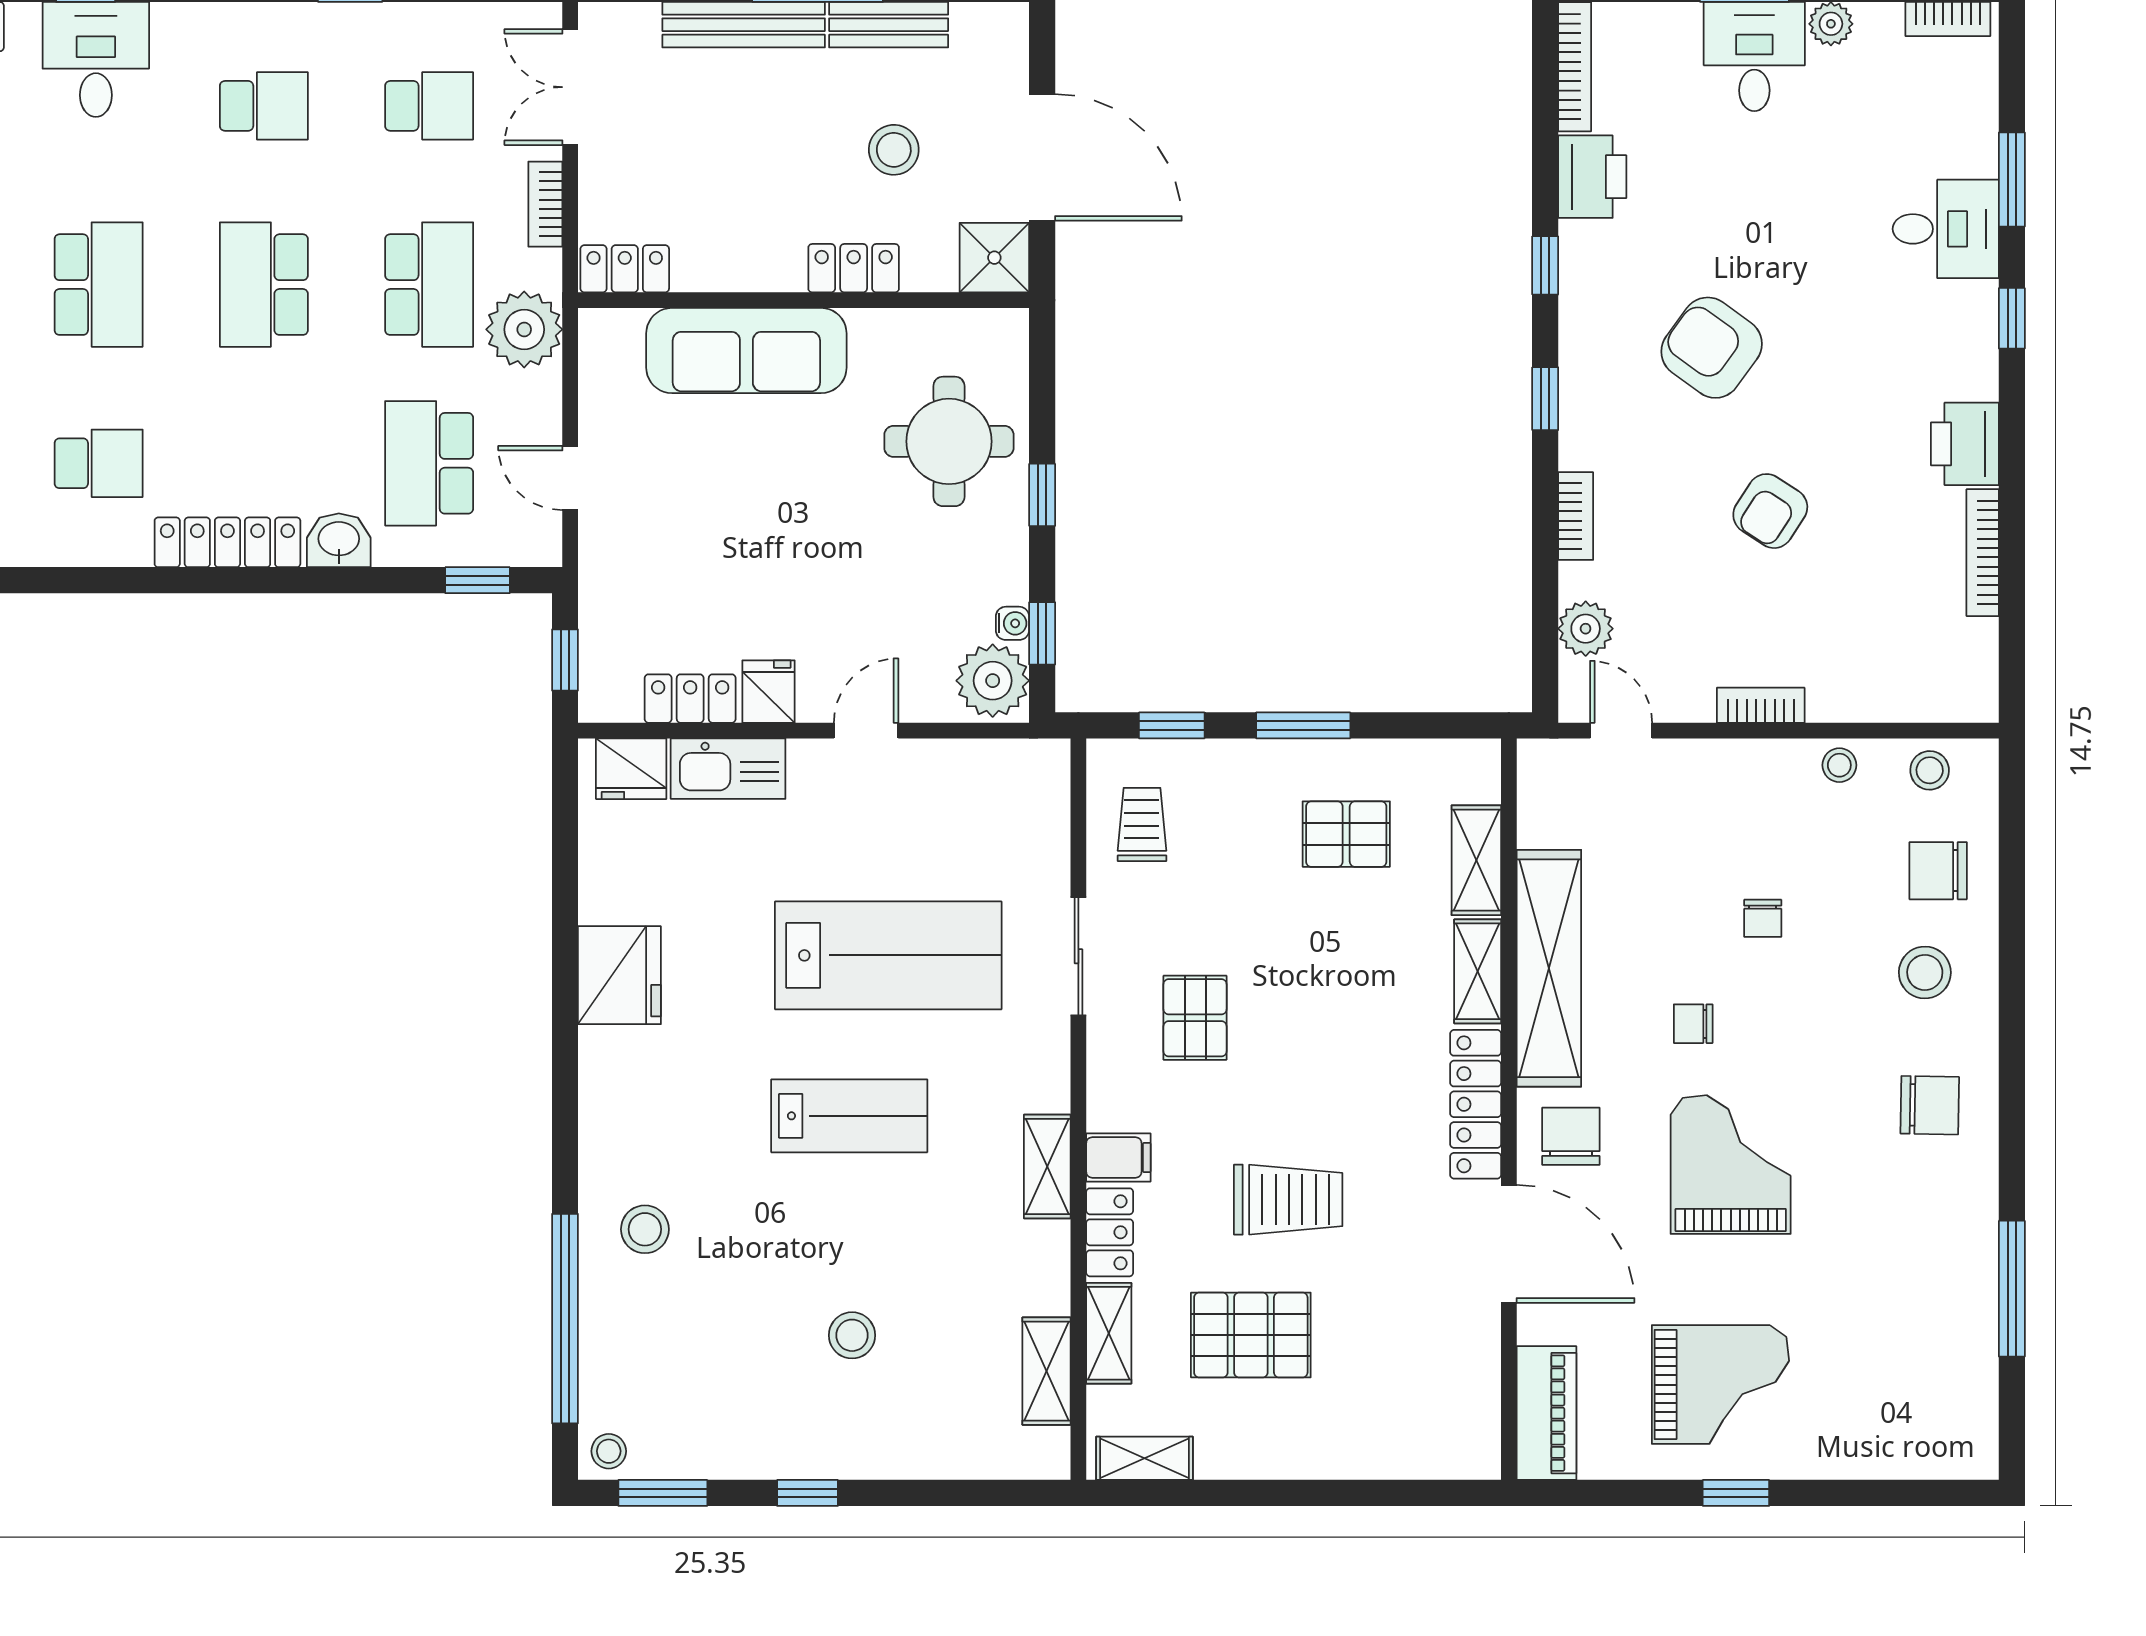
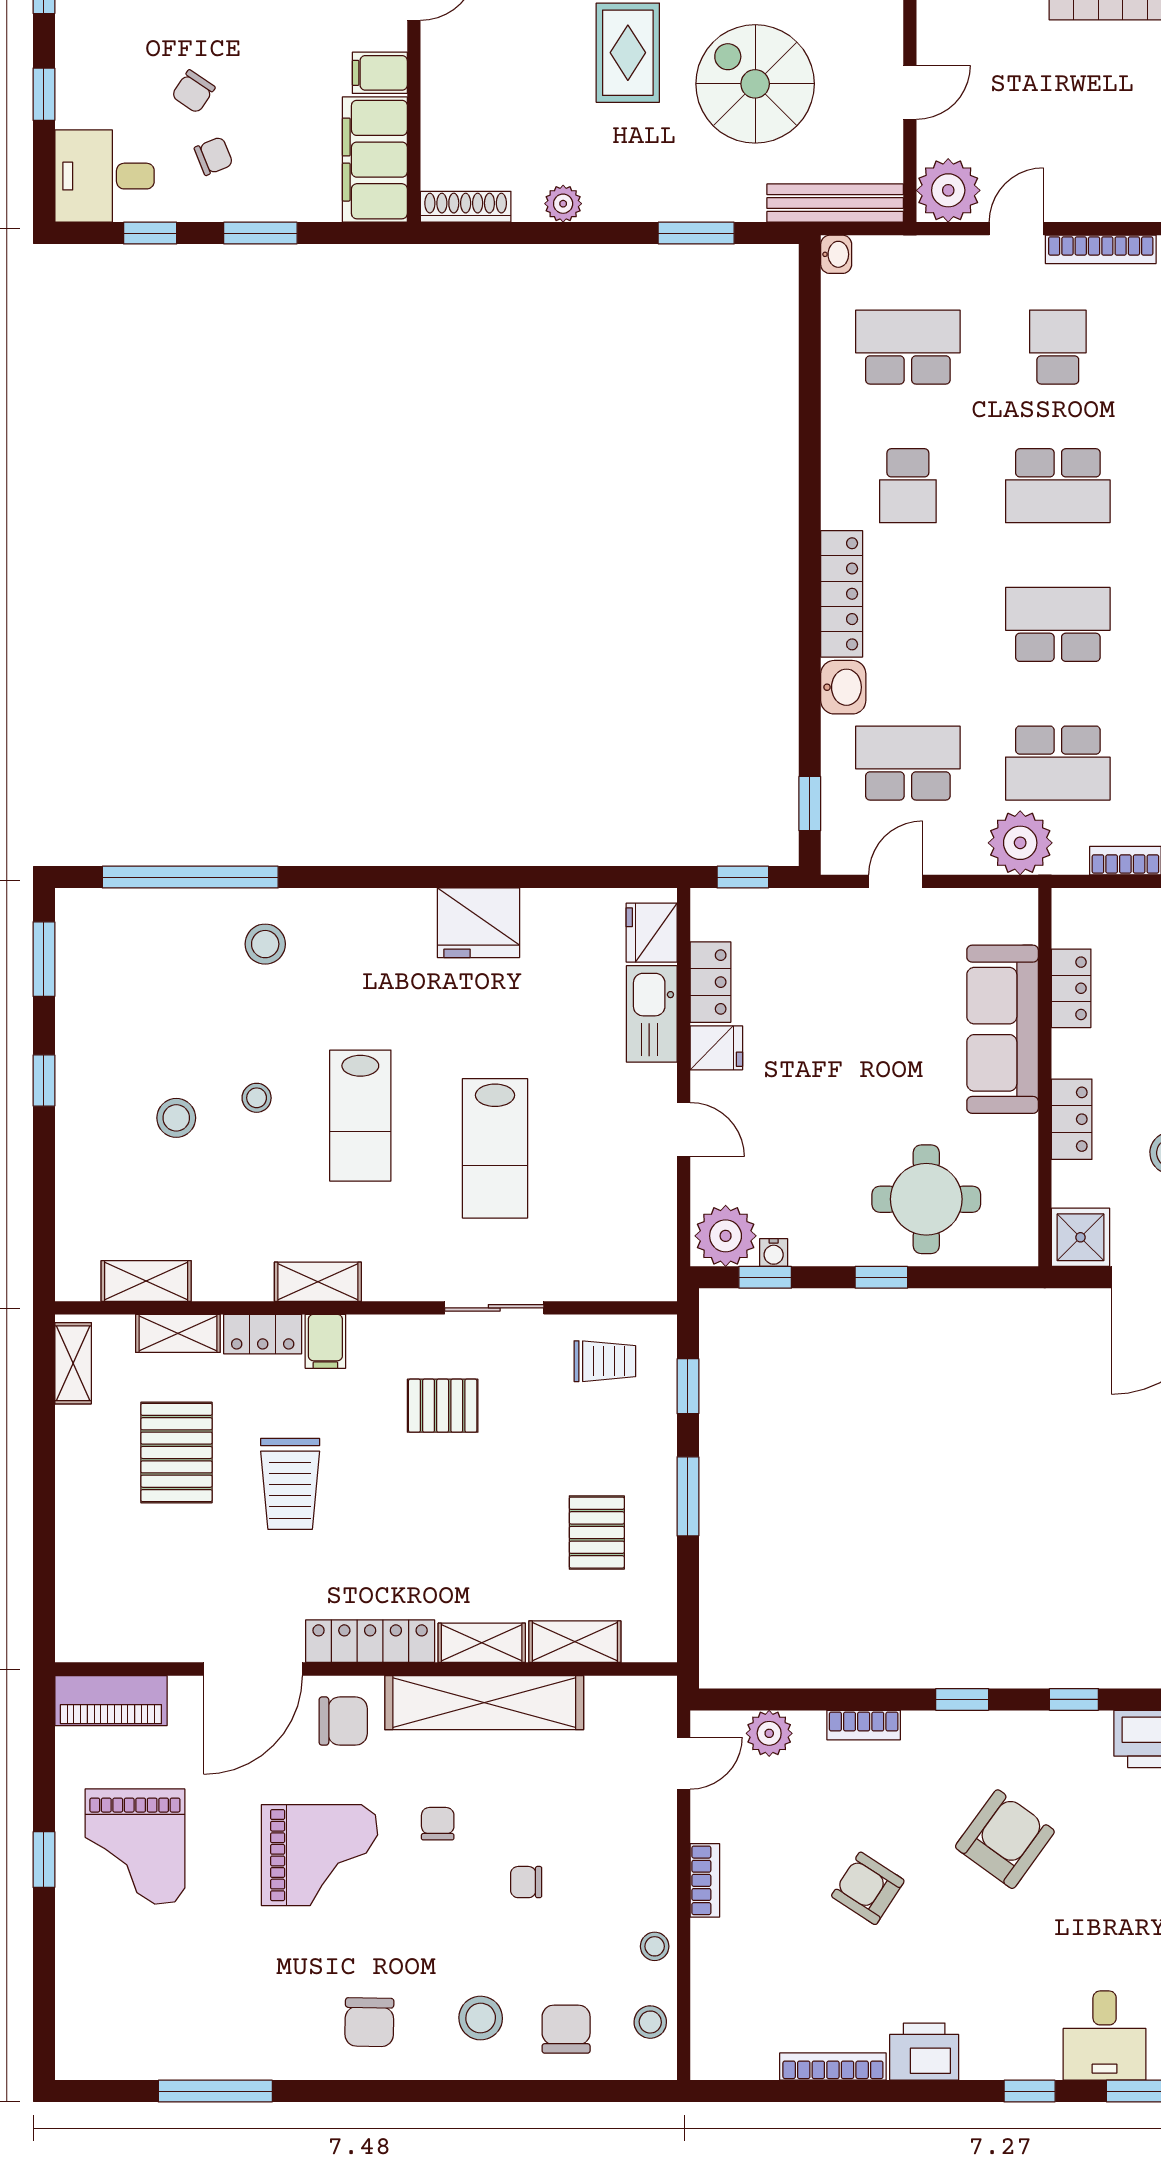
locker: (625, 269) -> (1071, 988), moved
lab bench: (888, 955) -> (495, 1148), width x0.73, depth x0.72
stool: (609, 1451) -> (257, 1098), moved

